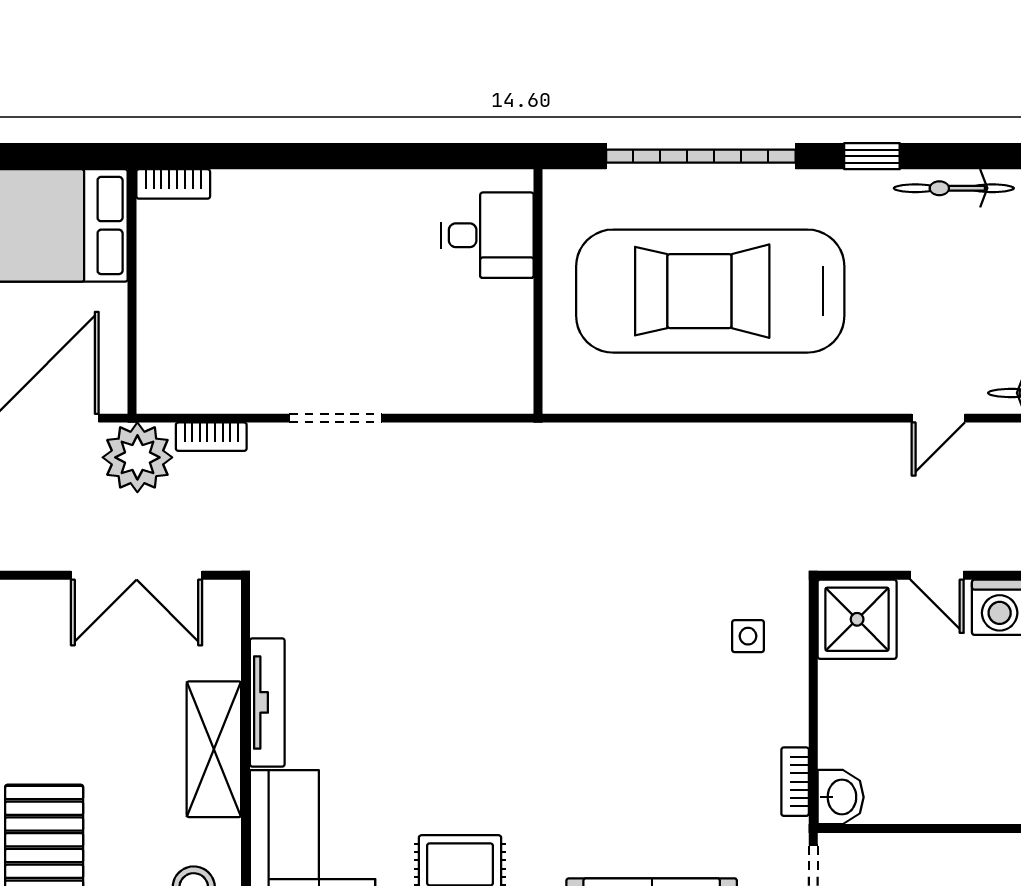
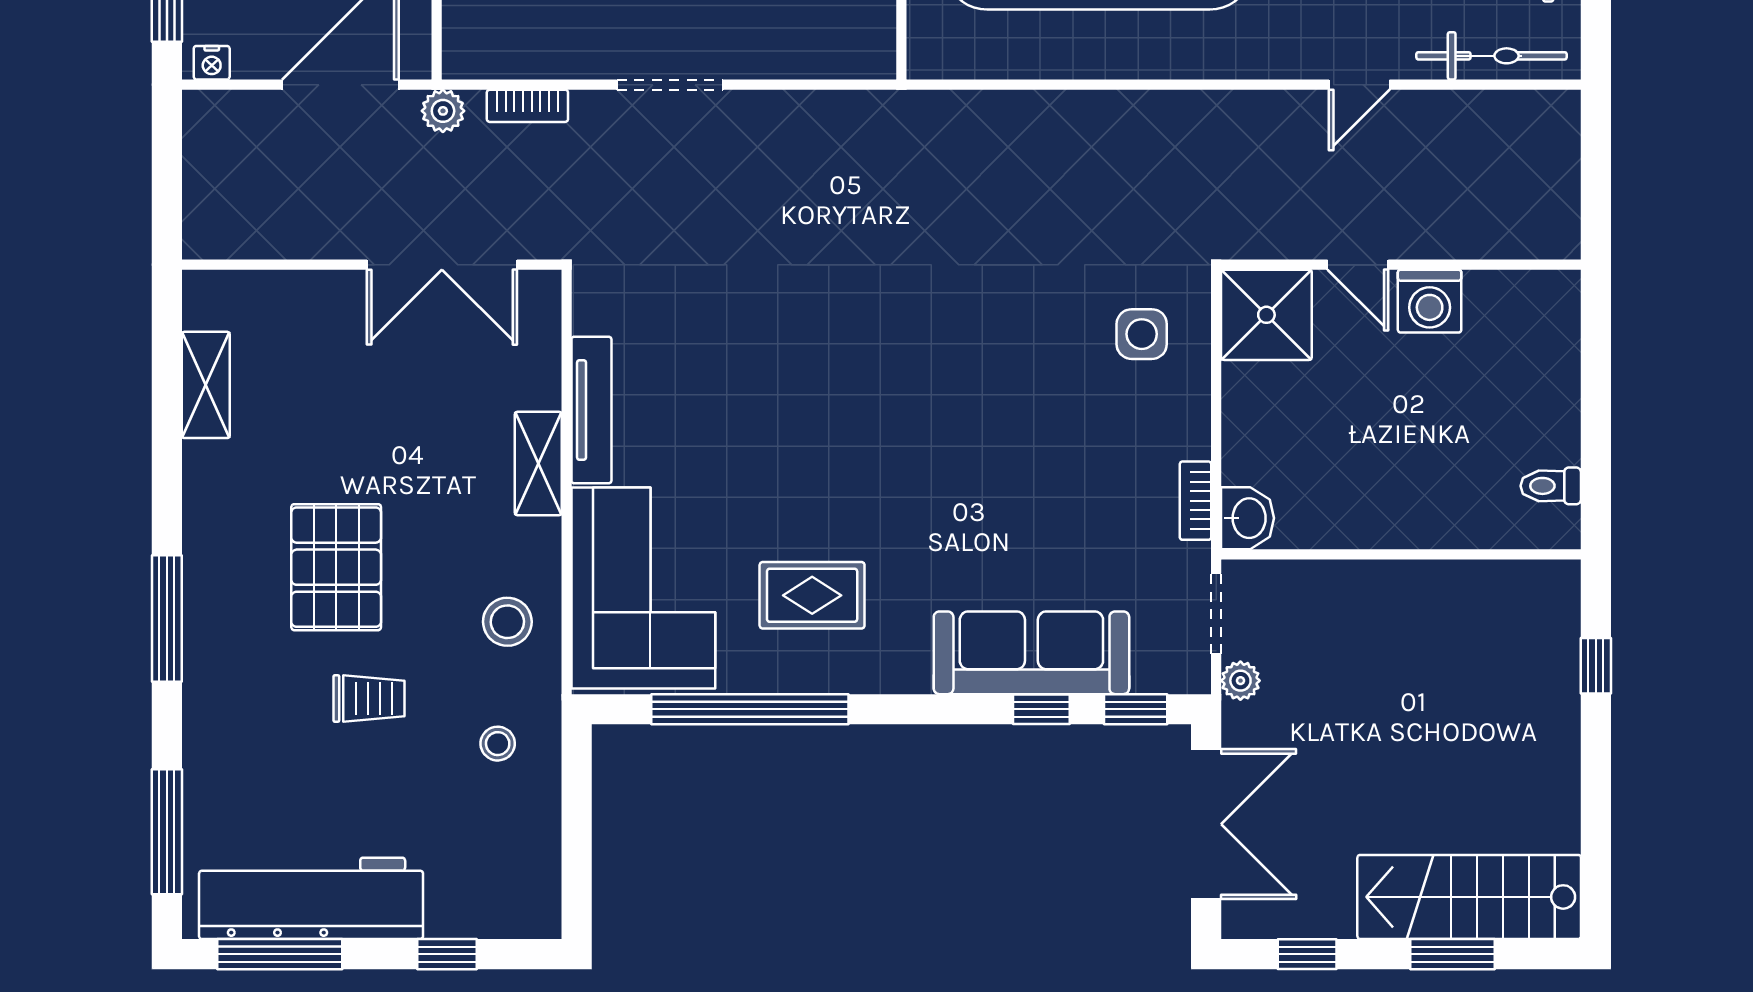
plant: (137, 457) -> (443, 111), width x0.53, depth x0.53
side table: (748, 636) -> (1142, 334), width x1.37, depth x1.37
shelving: (214, 749) -> (538, 464), width x0.67, depth x0.75

